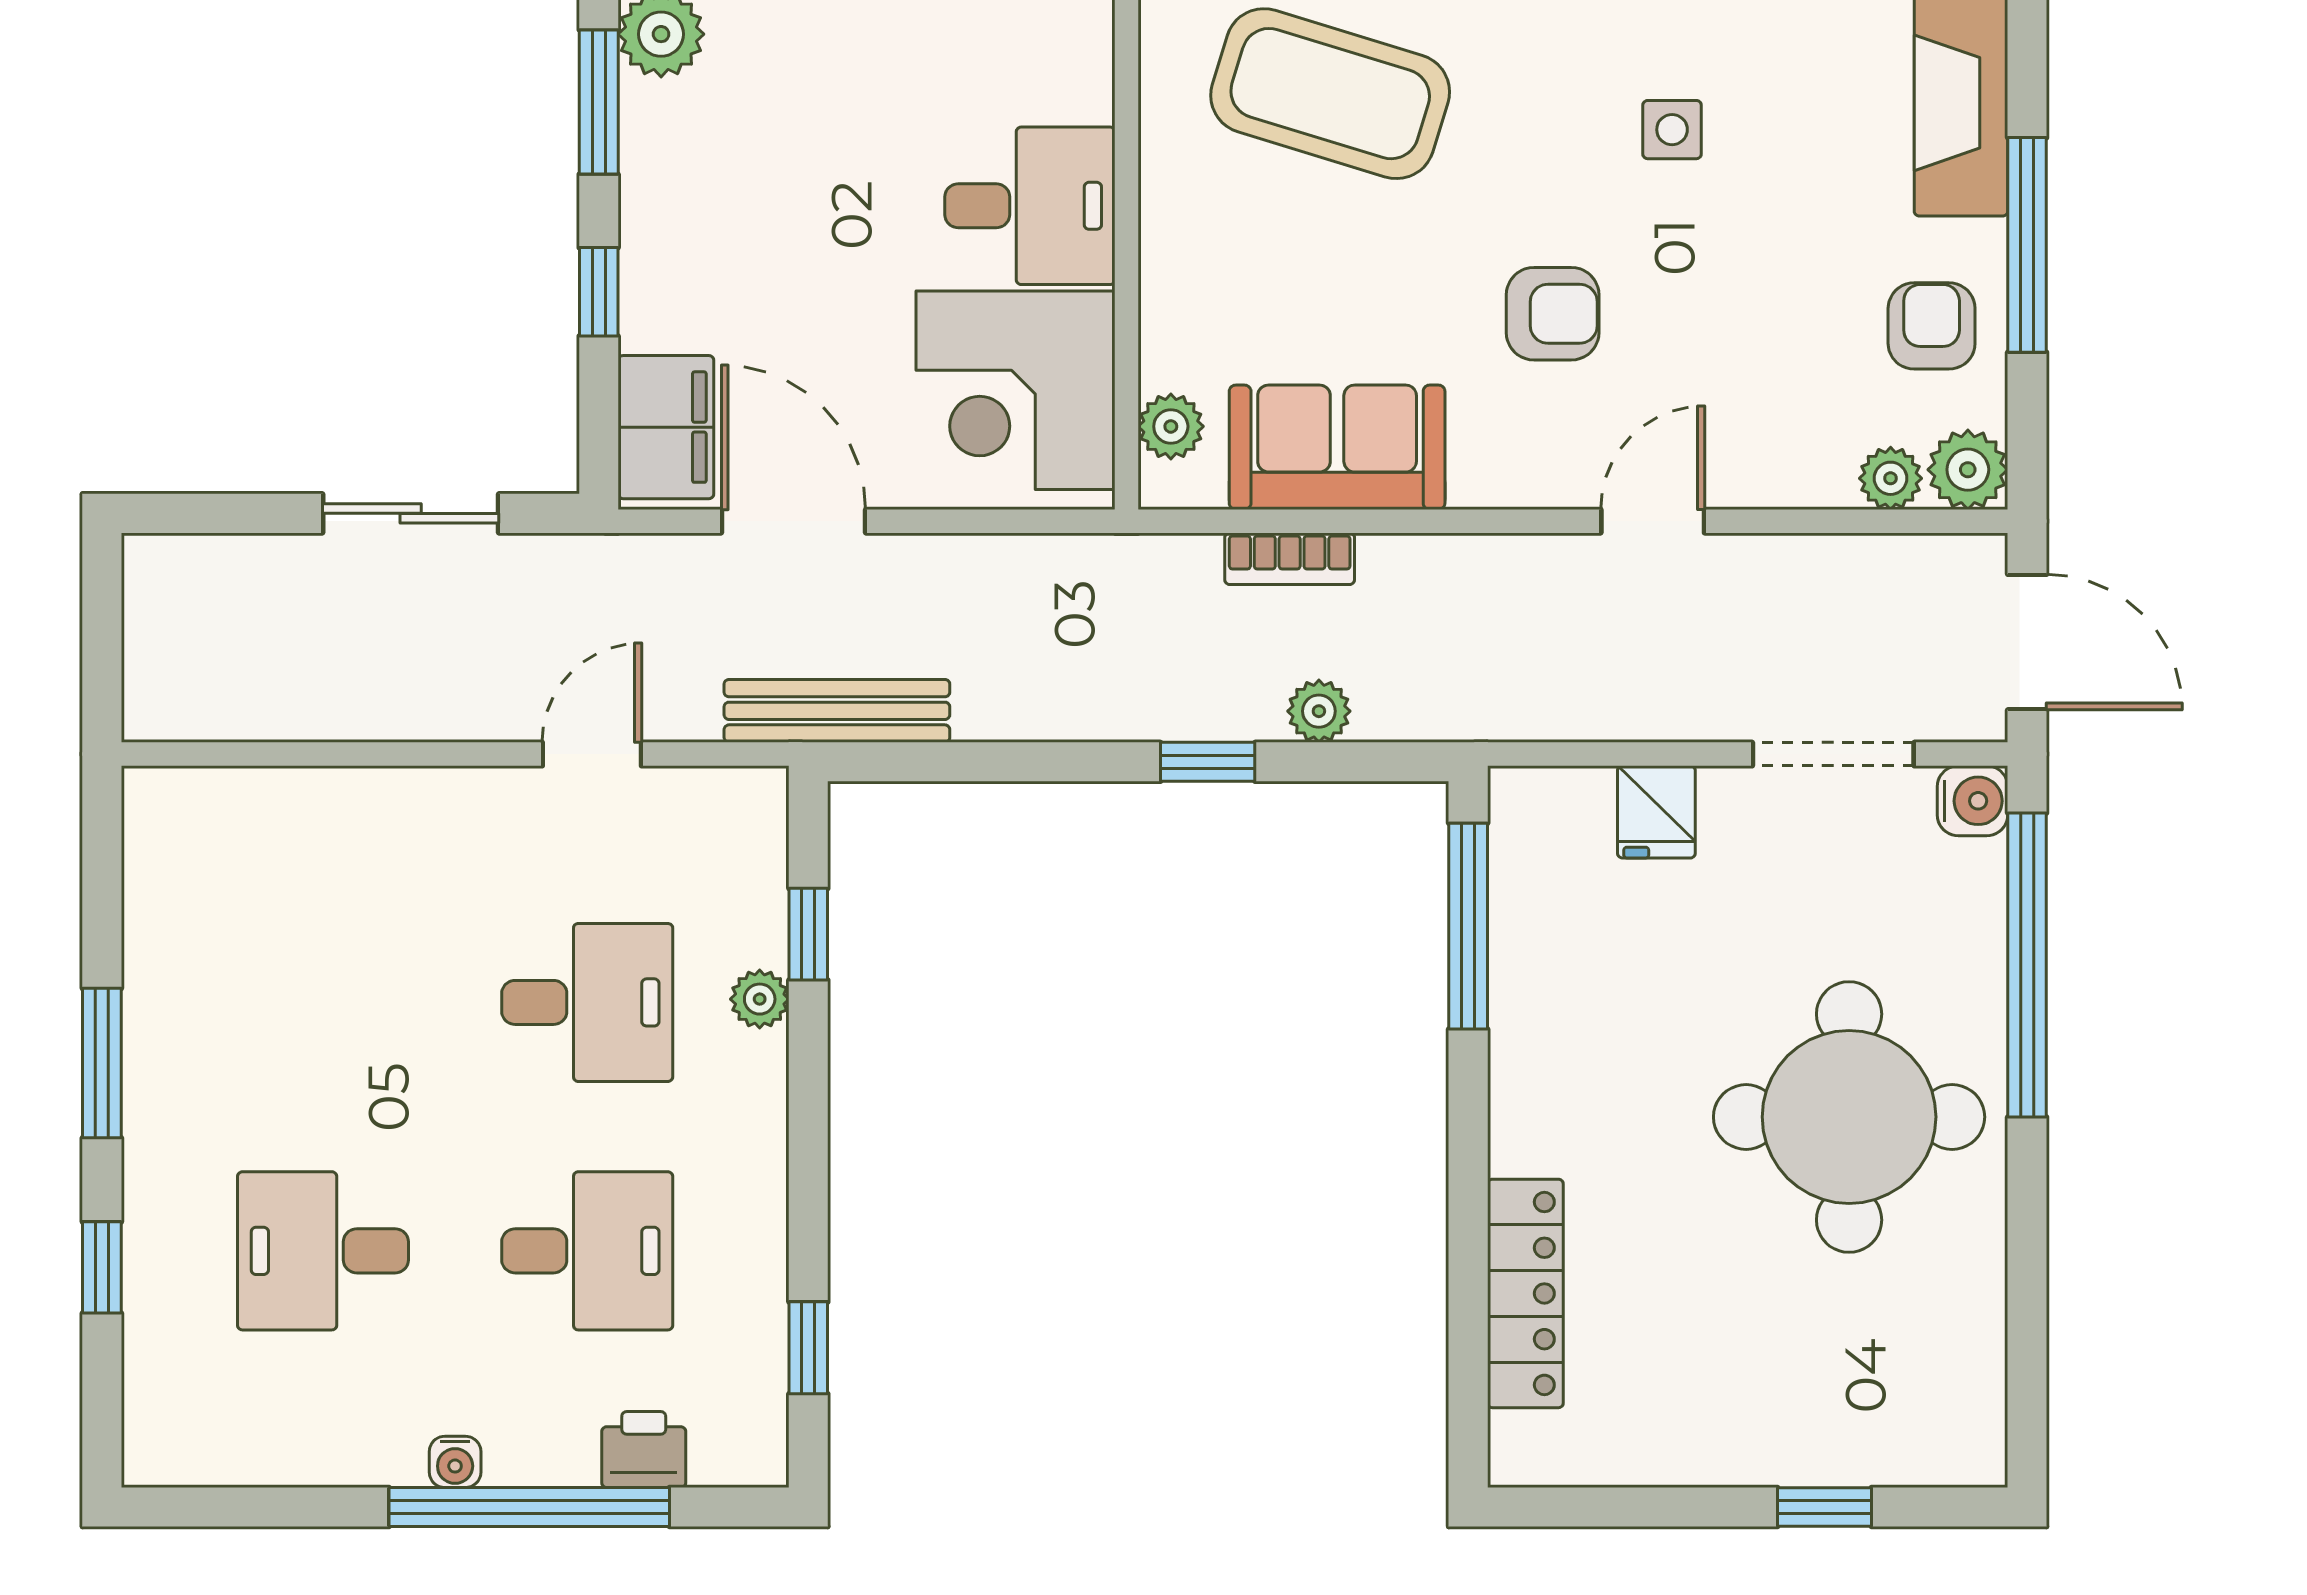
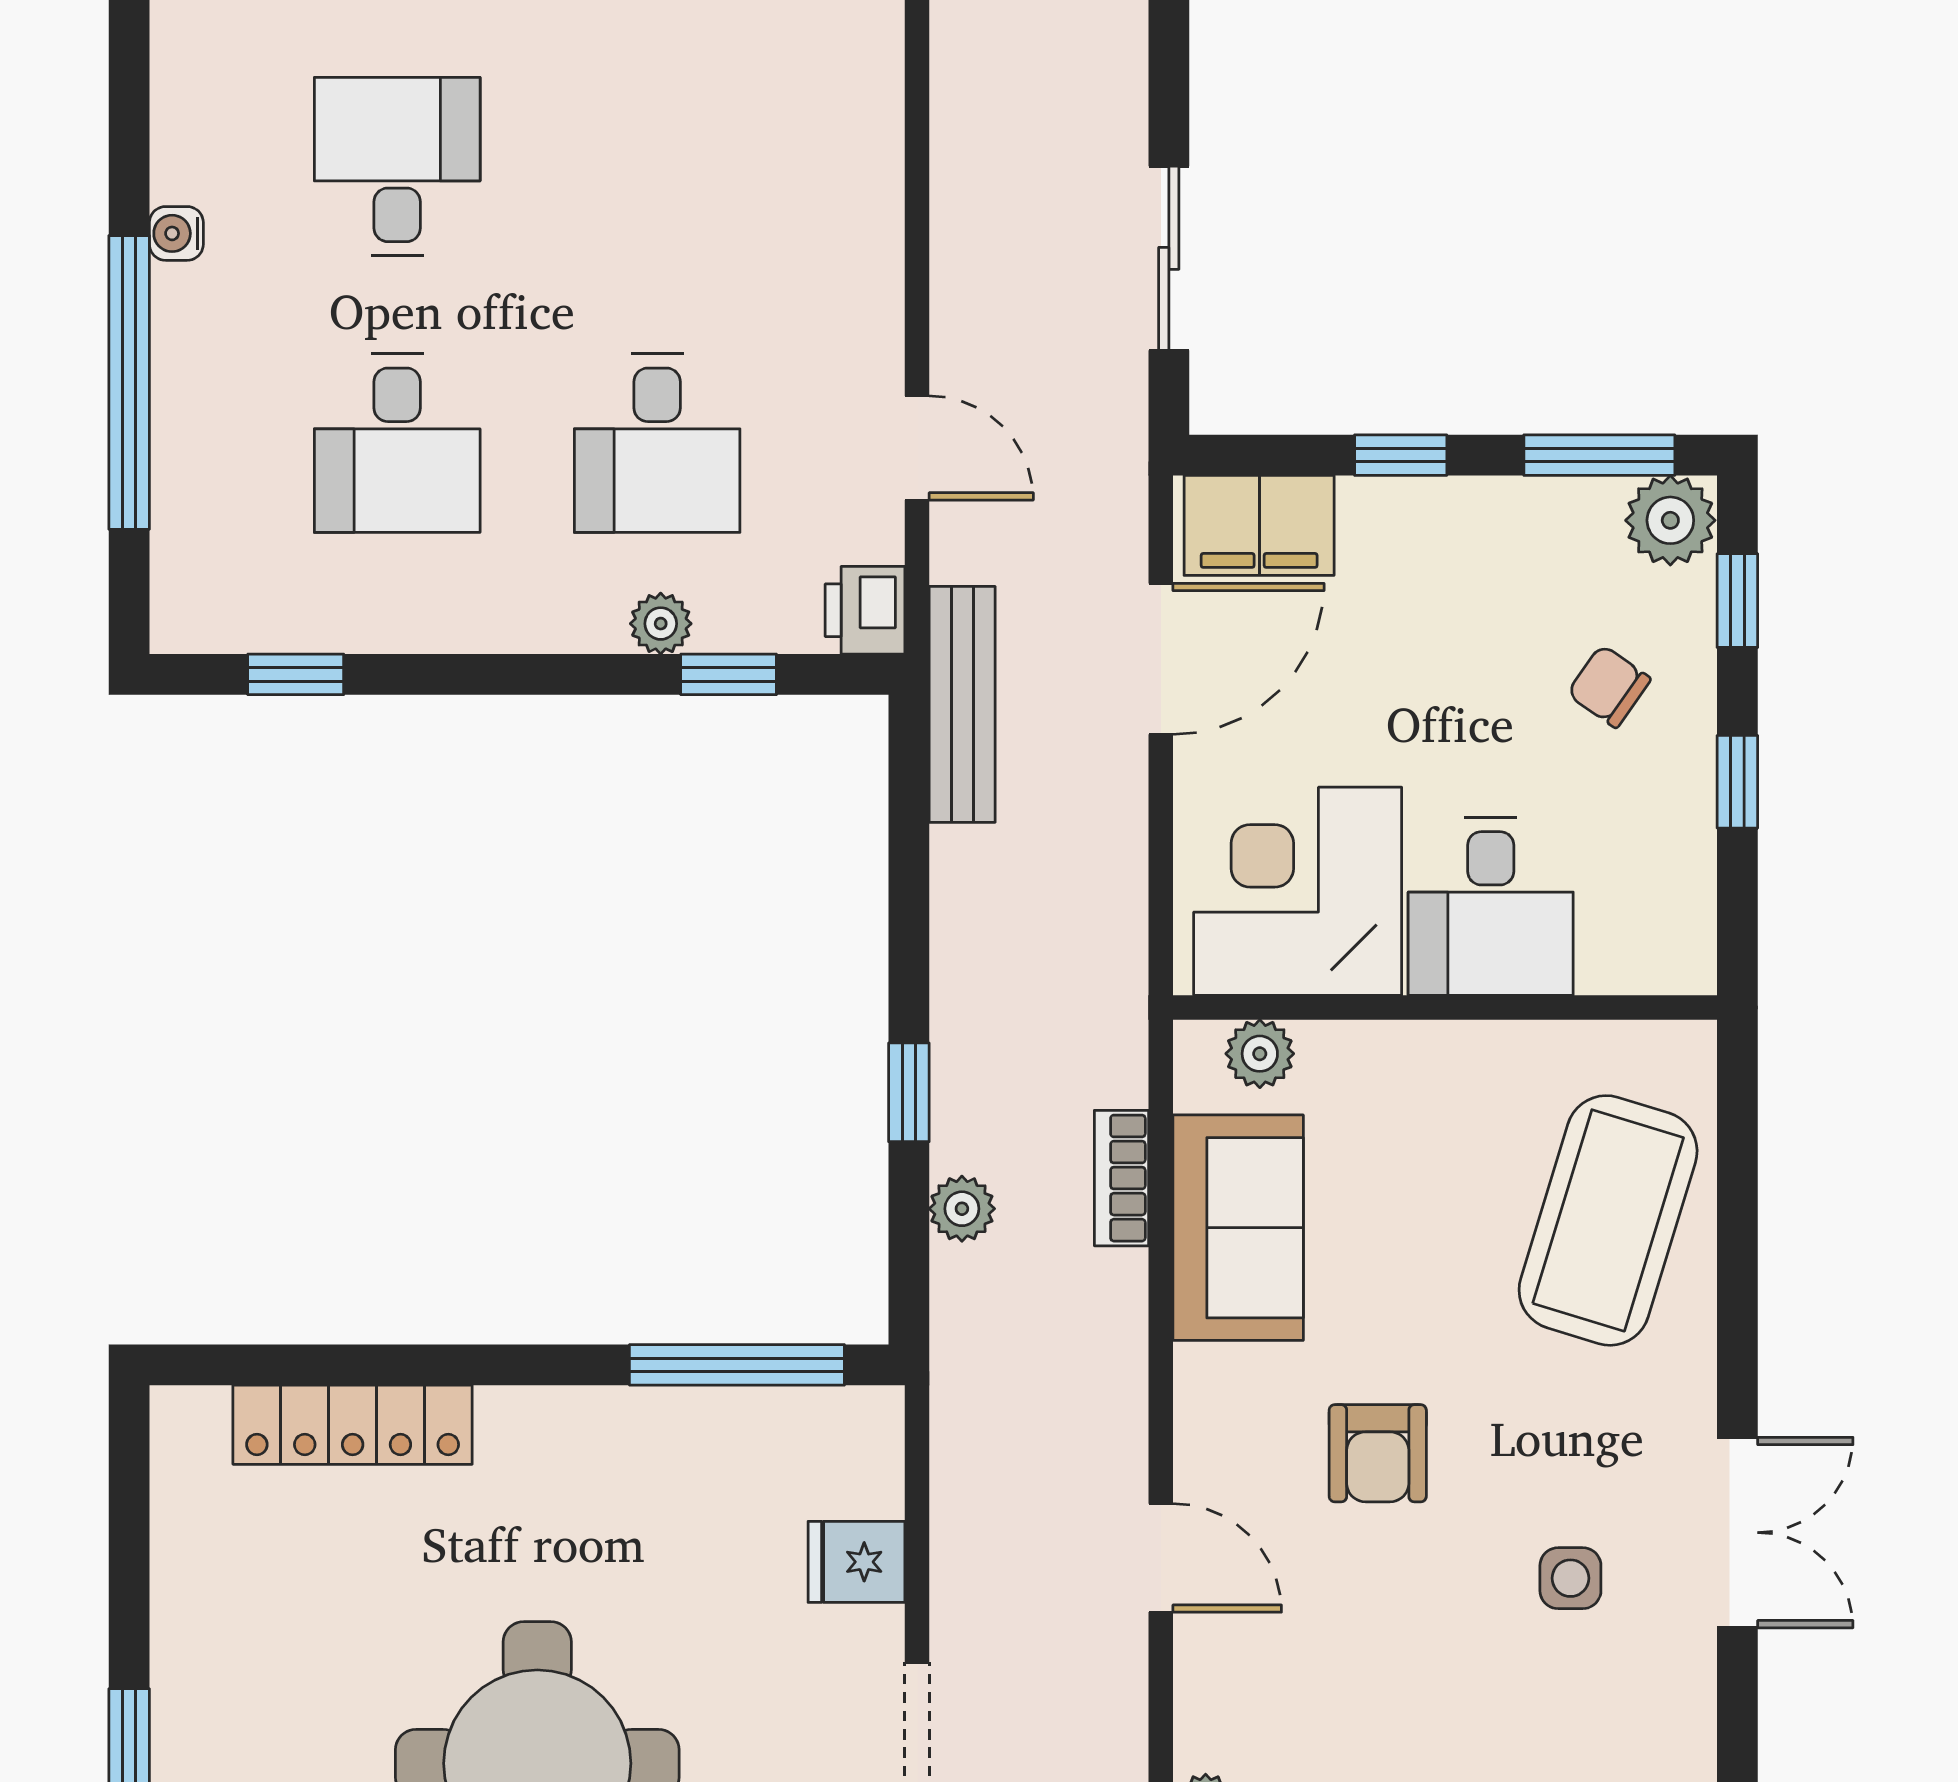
chair: (820, 93) -> (1609, 686), added
printer: (644, 1450) -> (865, 610), moved, turned 180
water cooler: (455, 1462) -> (176, 233), moved

